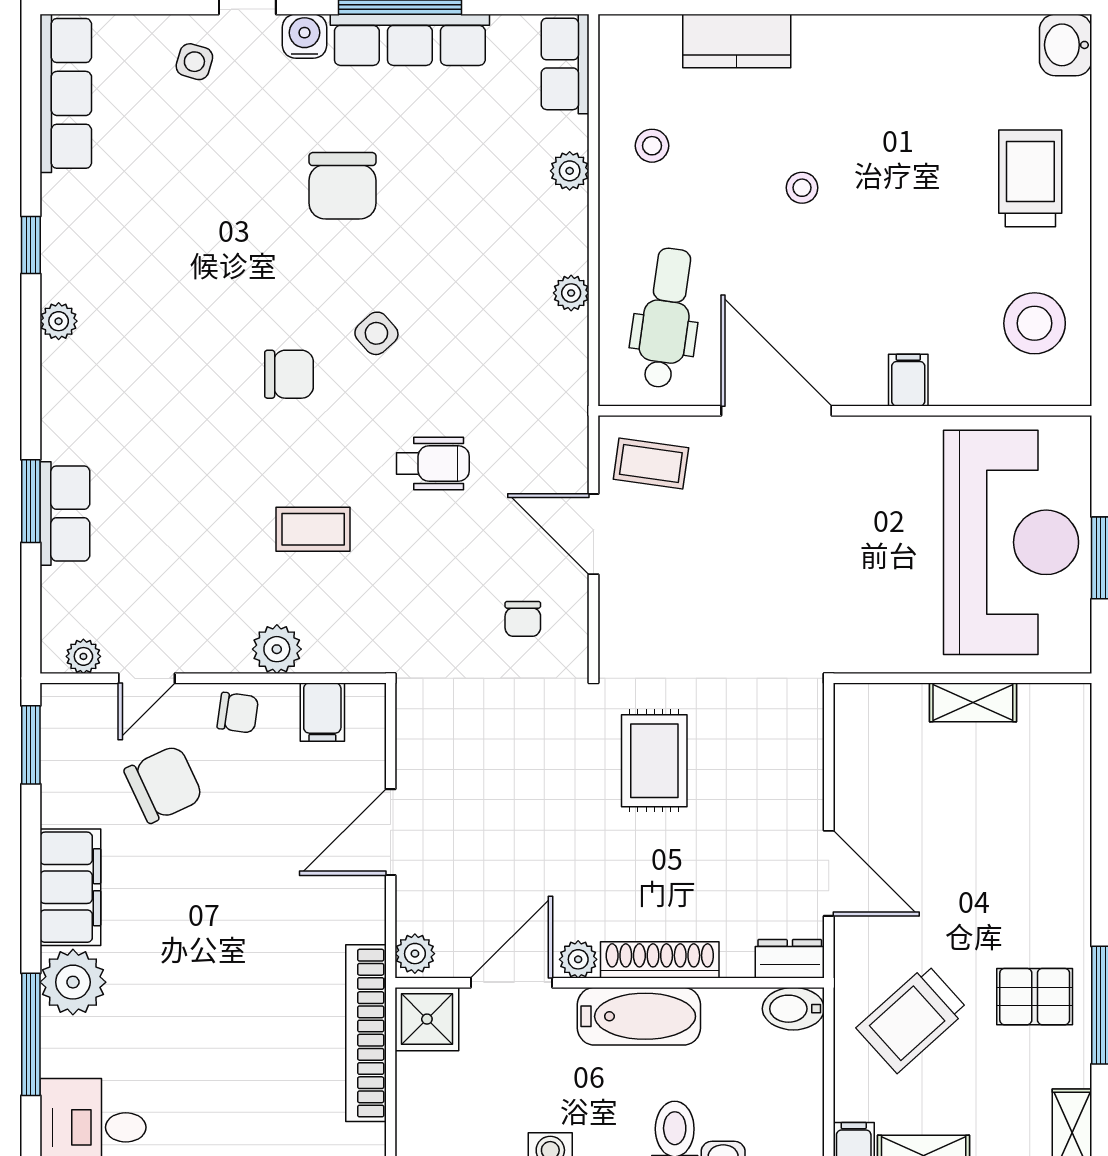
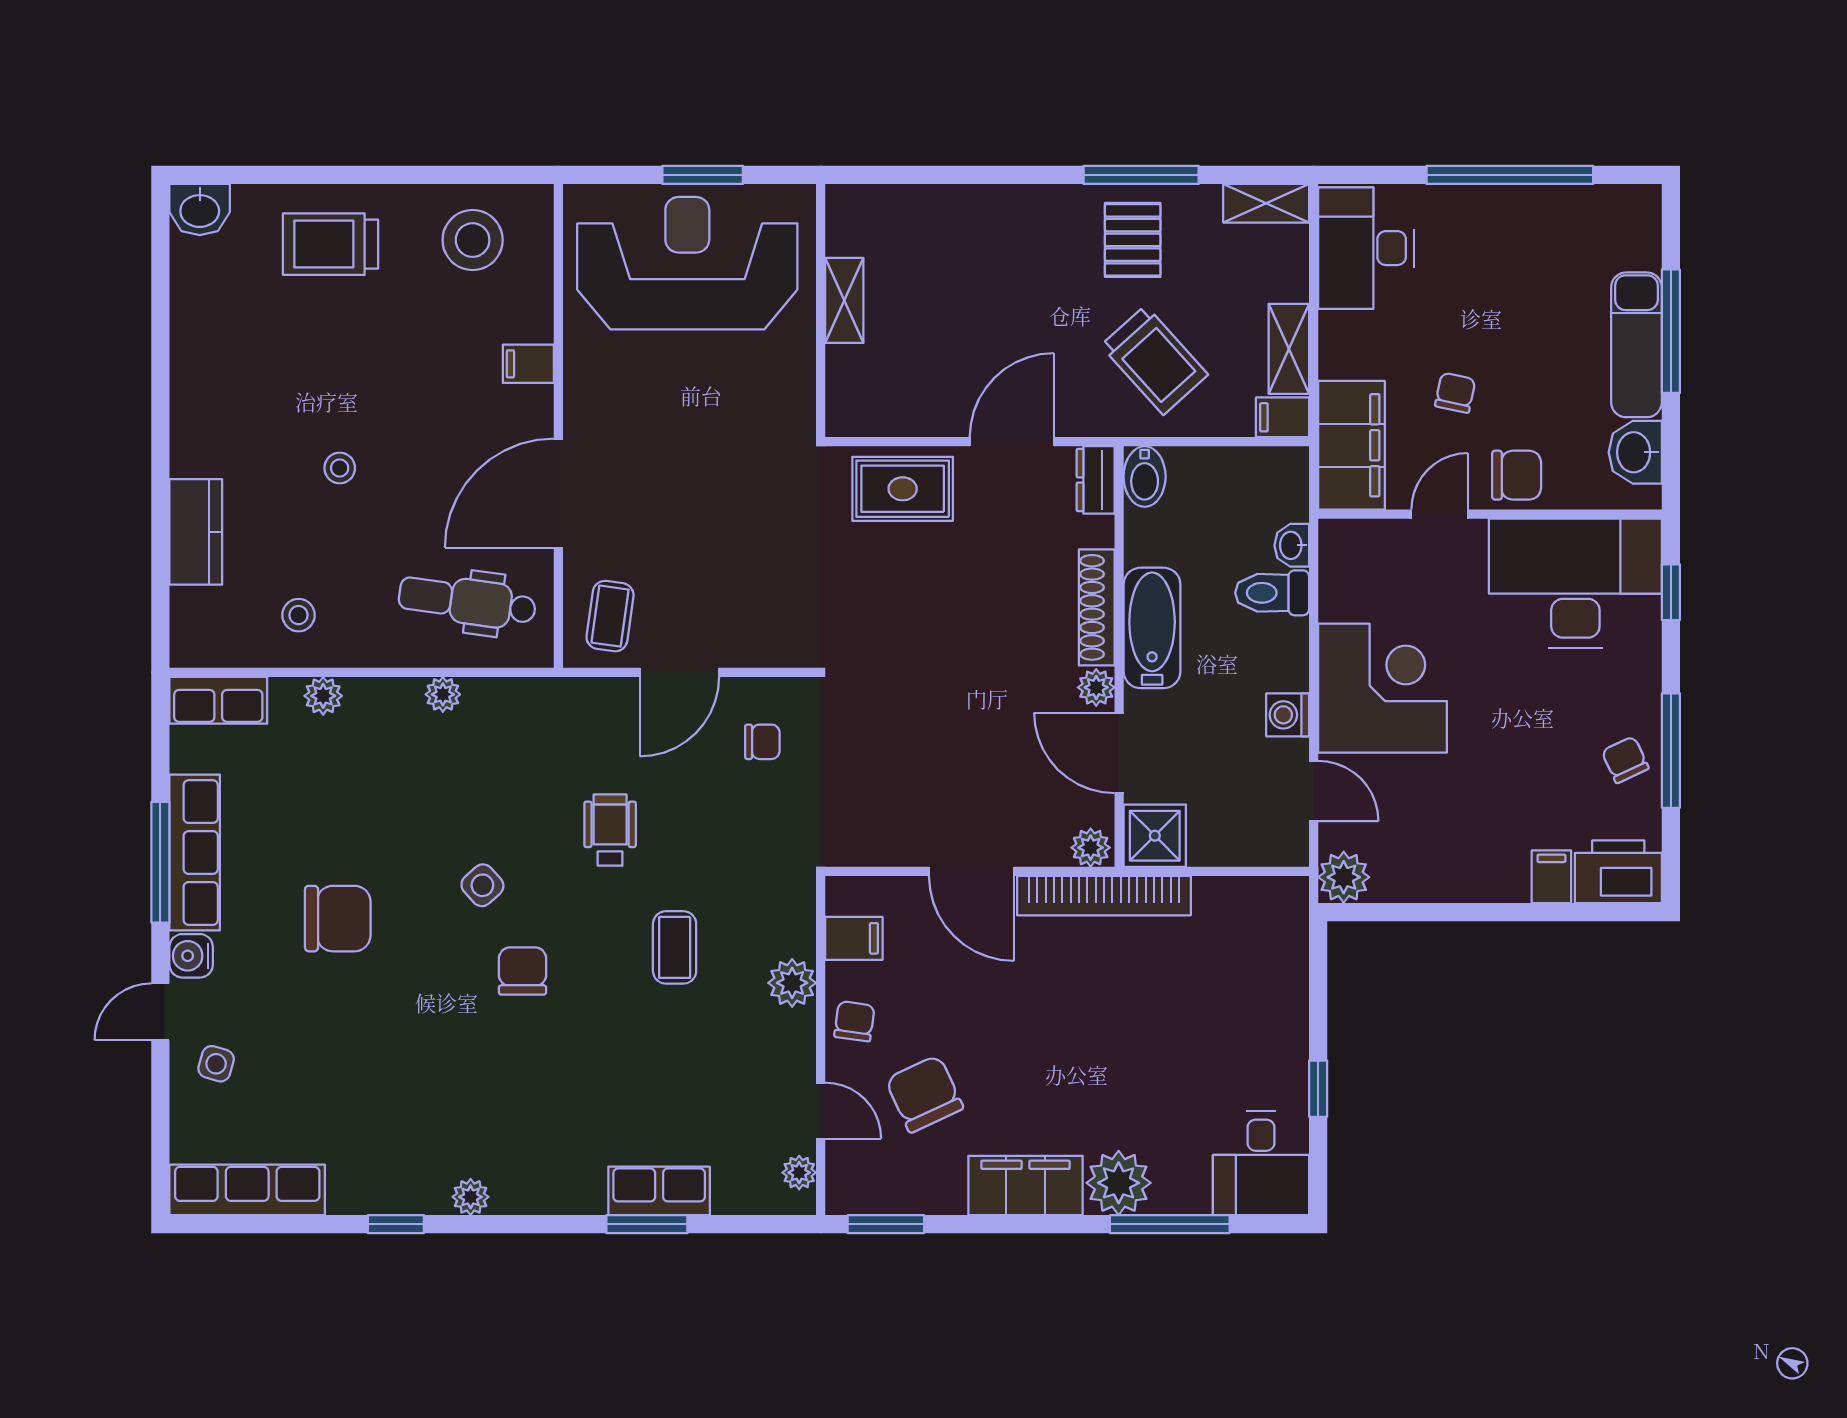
rug: (654, 761) -> (903, 489), moved
bookcase: (366, 1033) -> (1104, 896), moved

